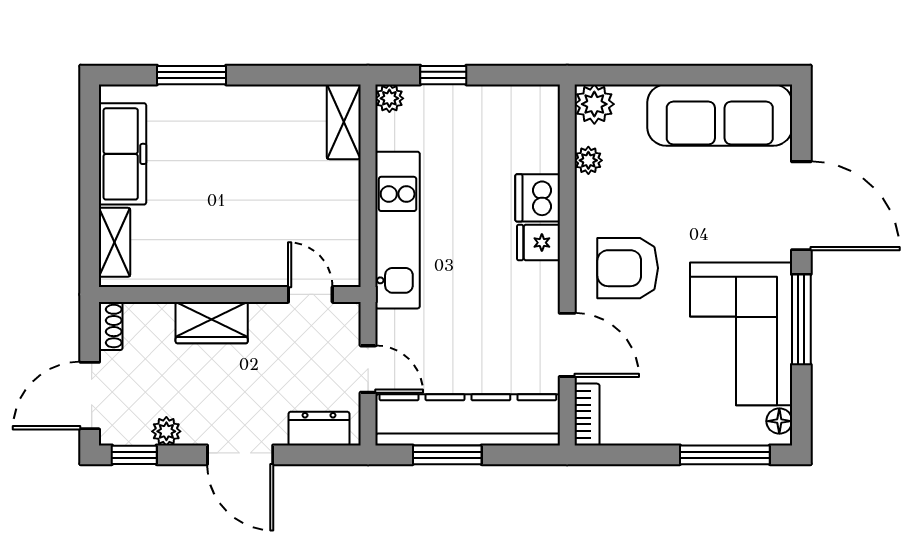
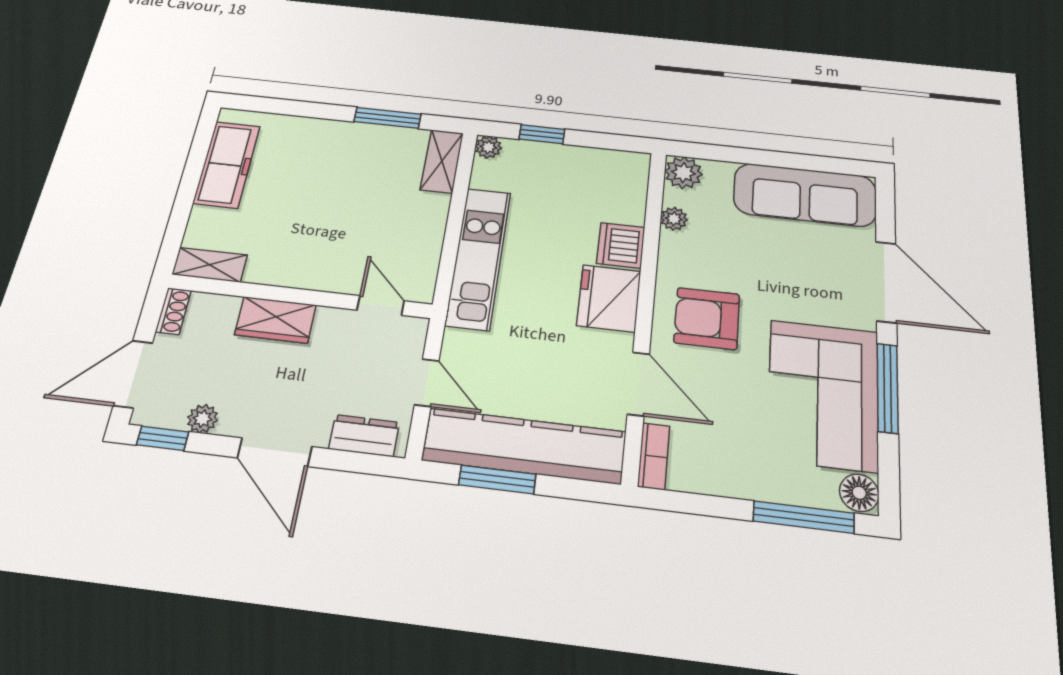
window: (192, 75) -> (387, 118), moved
shelving: (114, 242) -> (210, 265), moved, turned 90
fridge: (538, 243) -> (609, 298), width x1.88, depth x1.34
floor lamp: (779, 421) -> (859, 493), width x1.37, depth x1.37

